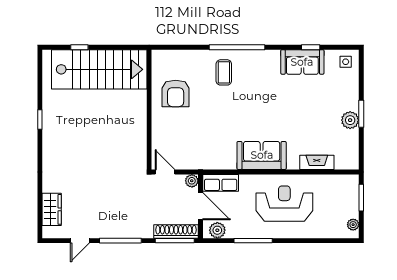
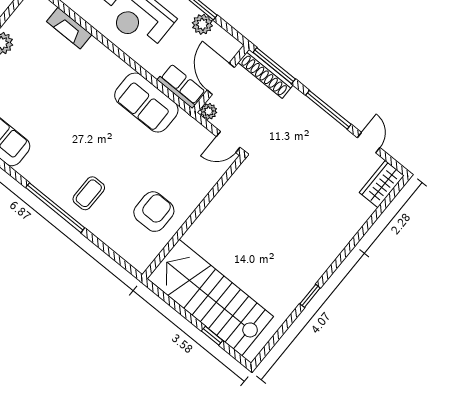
sofa: (262, 155) -> (146, 103), moved
door: (165, 172) -> (228, 142), hinge flipped
wardrobe: (52, 209) -> (382, 184), moved
plant: (217, 230) -> (202, 24), moved
door: (80, 241) -> (369, 143), hinge flipped

